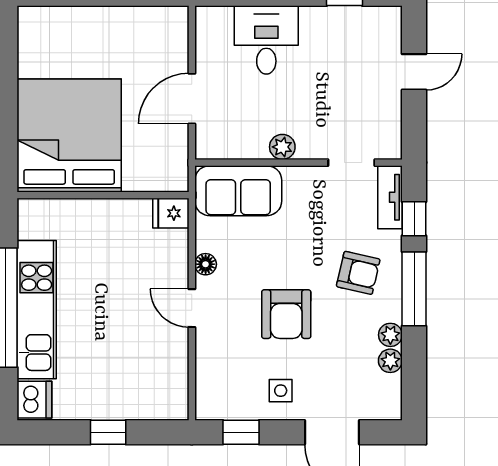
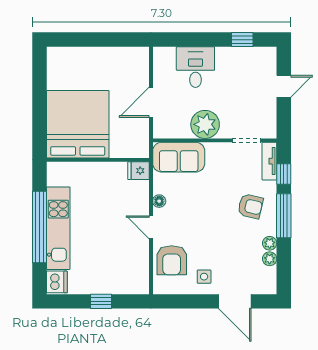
plant: (282, 147) -> (205, 124), width x1.88, depth x1.88
armchair: (286, 314) -> (172, 260), moved
window: (241, 432) -> (180, 301), removed

